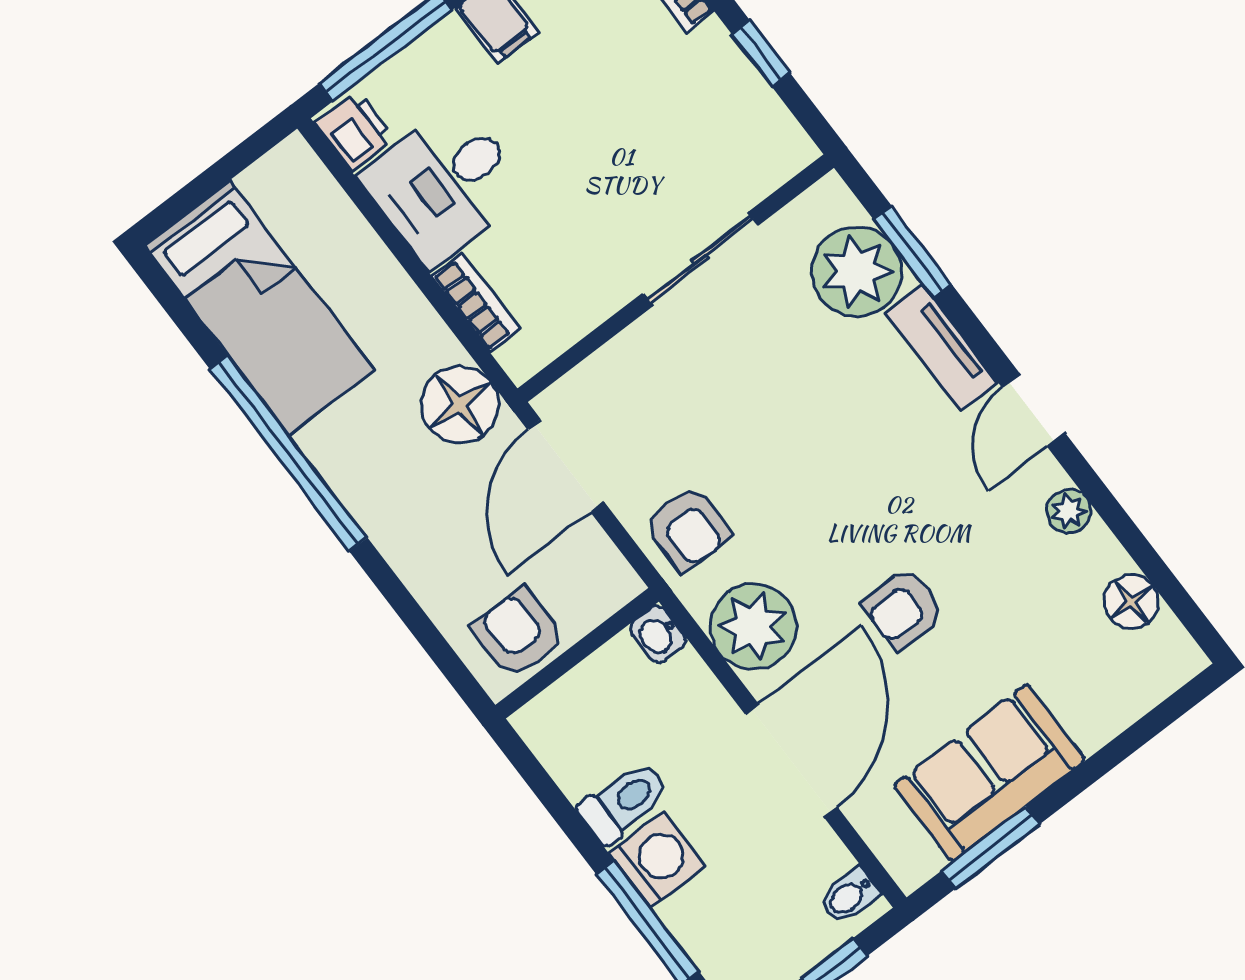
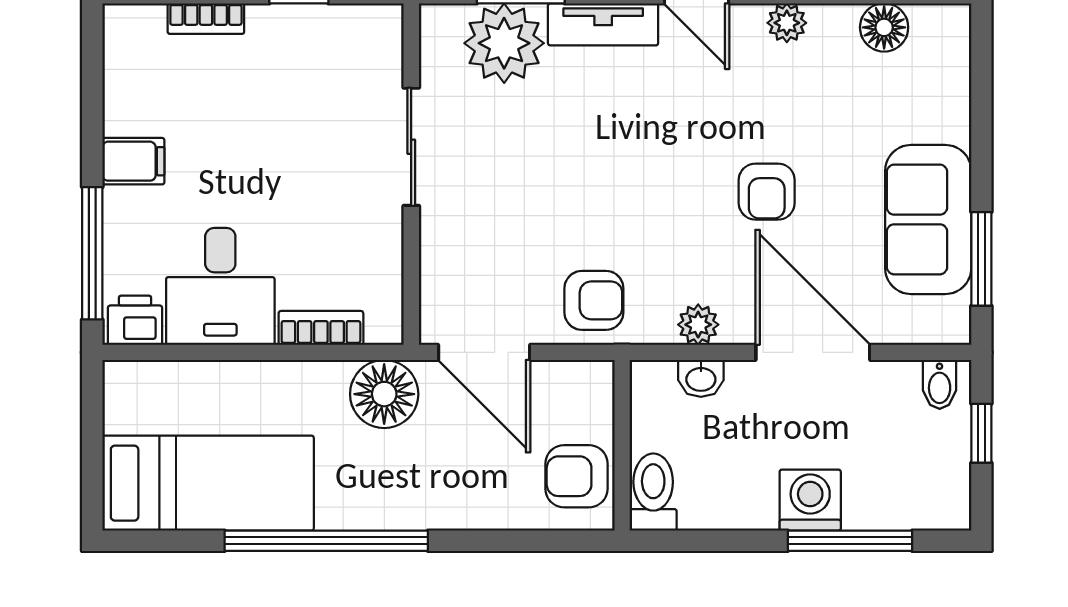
plant: (753, 626) -> (698, 325), width x0.53, depth x0.53
washbasin: (658, 635) -> (701, 378), moved
toilet: (624, 802) -> (653, 492), moved

